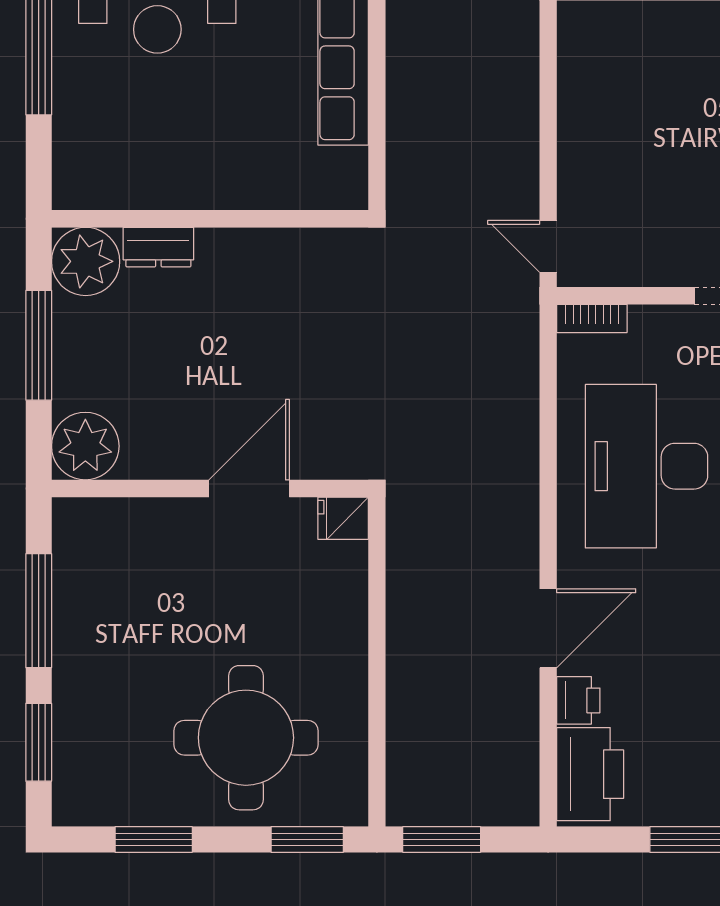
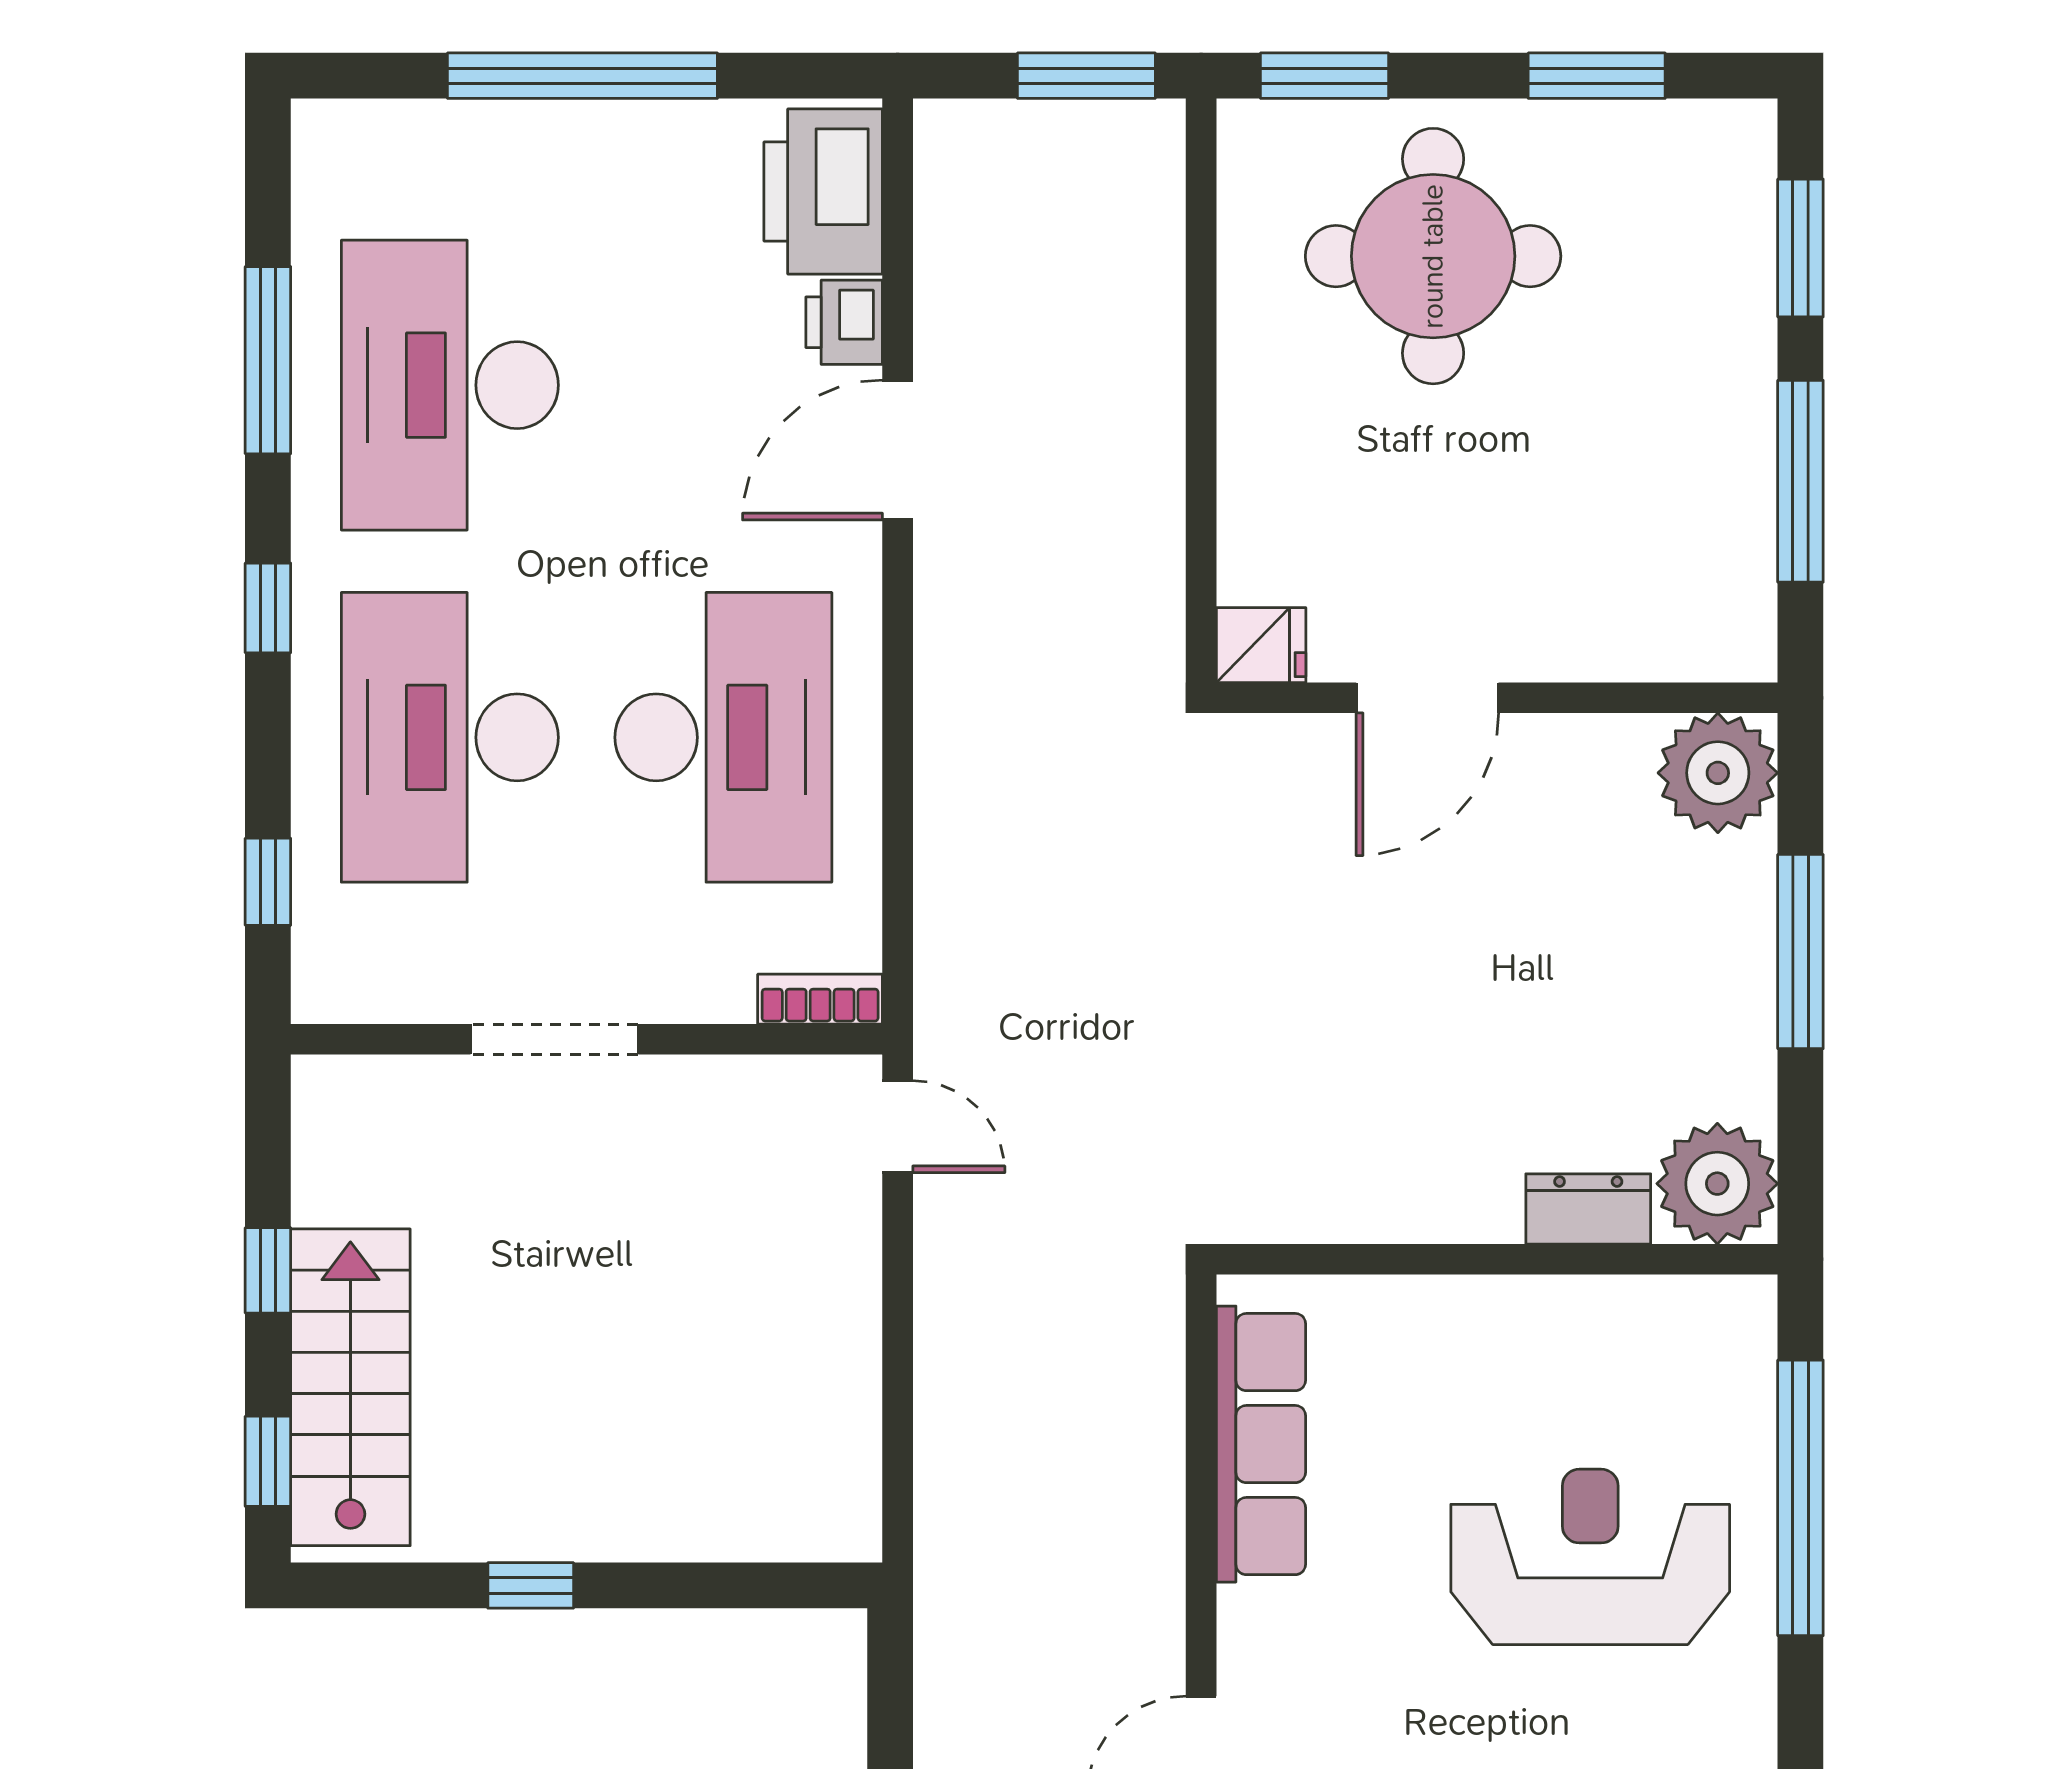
wall: (210, 219) -> (1497, 1259), moved
dresser: (158, 247) -> (1588, 1209), moved
plant: (86, 261) -> (1717, 1184), moved

